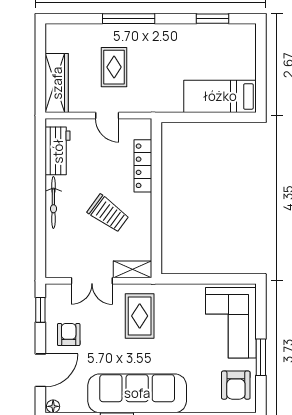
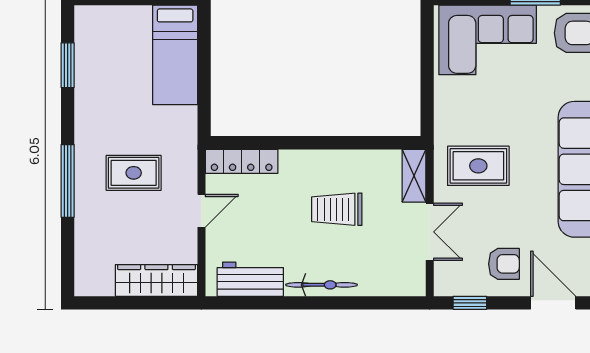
rug: (114, 67) -> (134, 173), moved
locker: (143, 166) -> (242, 161), moved
trolley: (108, 214) -> (337, 209), turned -126
armchair: (69, 335) -> (504, 264), turned 180

